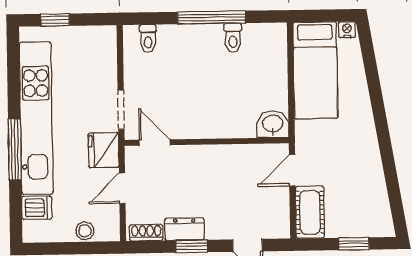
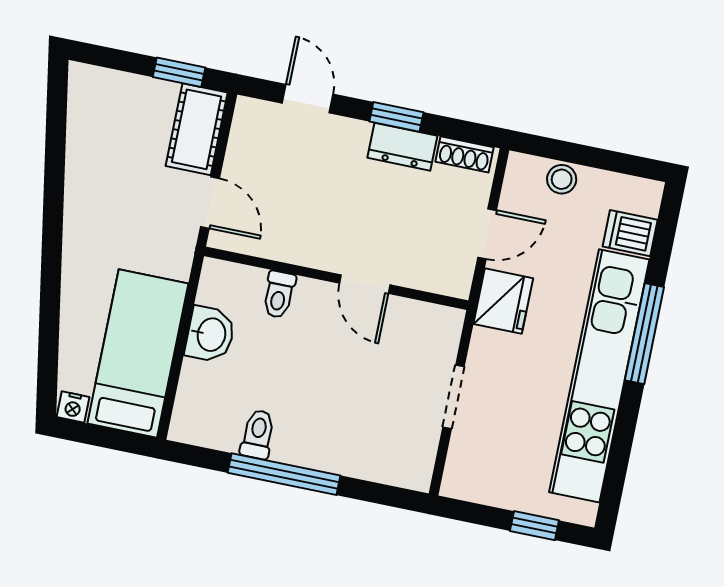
toilet: (148, 38) -> (279, 294), moved, turned 180
doorway: (121, 110) -> (454, 397), moved
washbasin: (273, 124) -> (210, 334), moved, turned -90
door: (154, 142) -> (365, 284), moved
door: (292, 170) -> (210, 203), hinge flipped
window: (354, 244) -> (179, 72), moved

